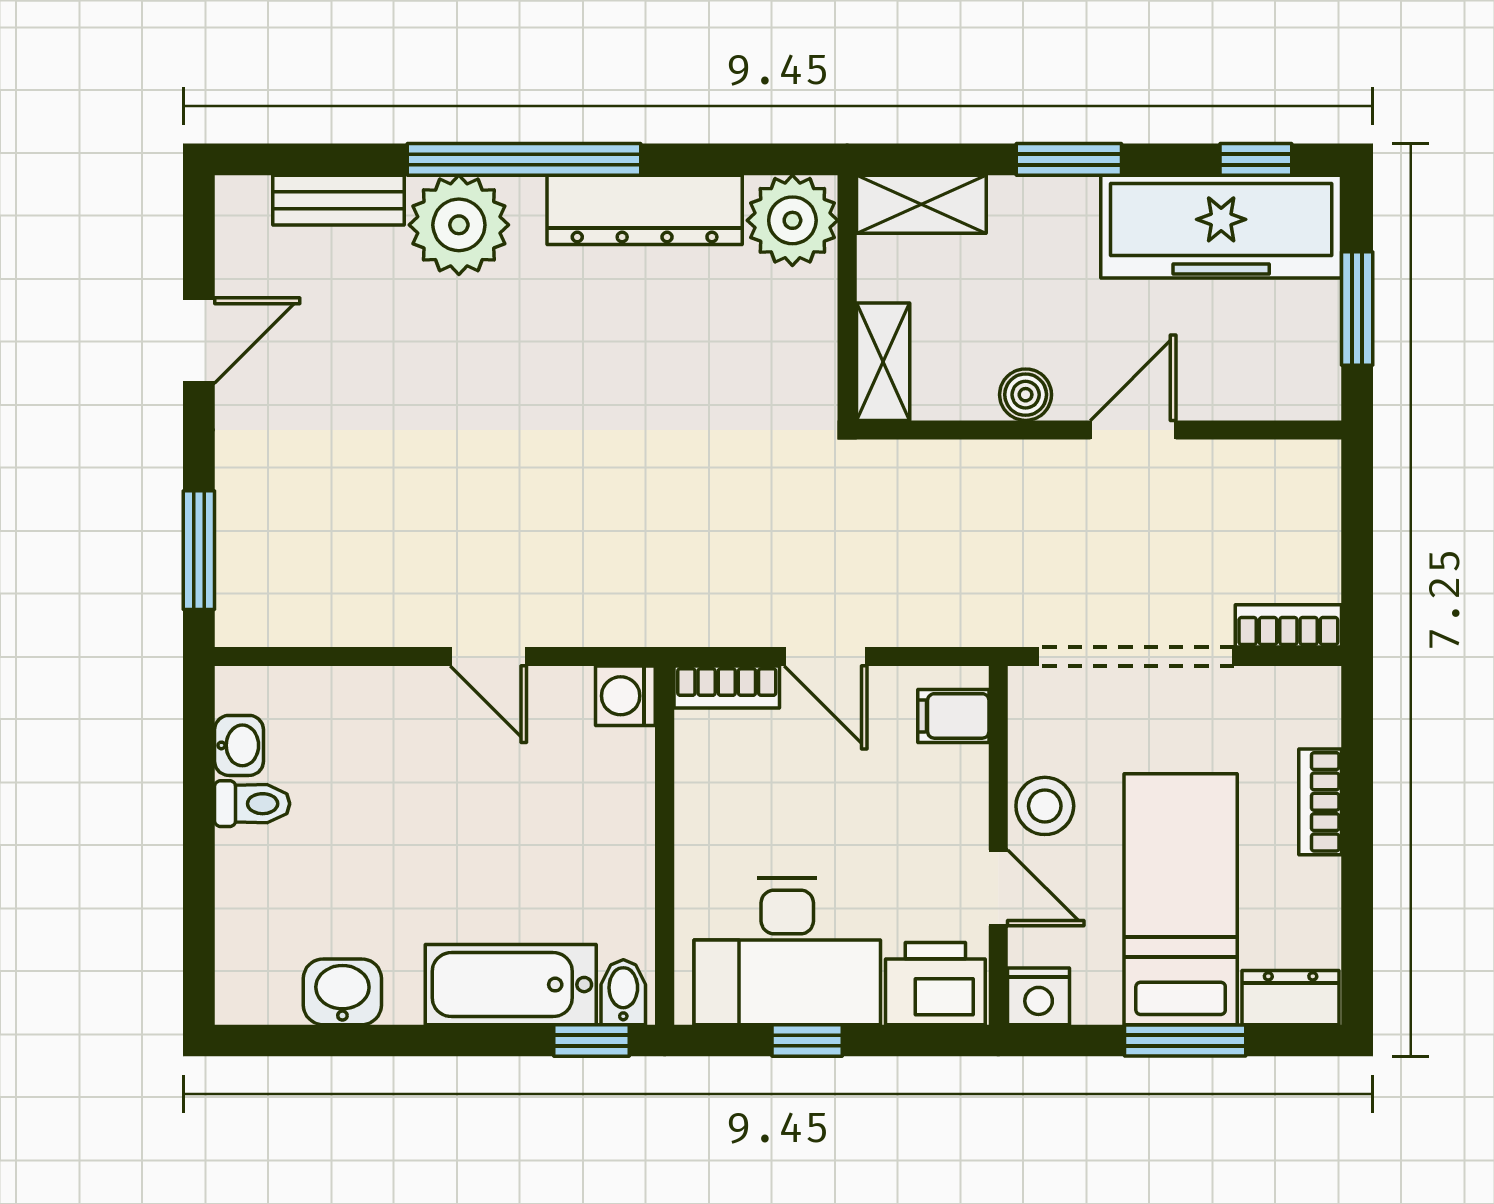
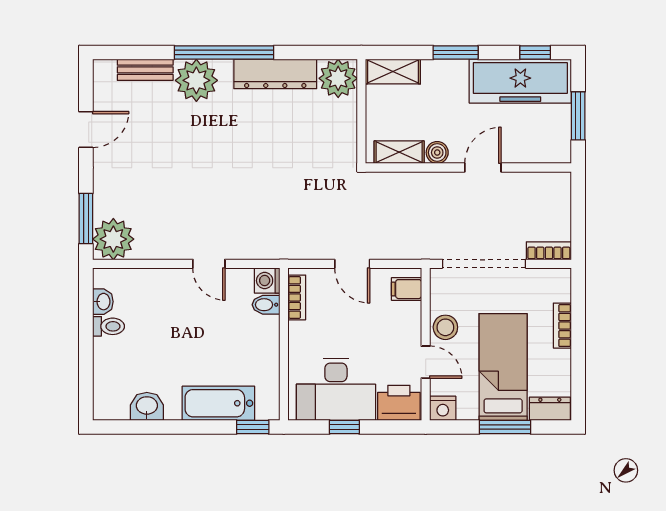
shelving: (883, 362) -> (399, 152), moved, turned 90
plant: (263, 598) -> (113, 239), added
bookcase: (727, 687) -> (297, 297), moved, turned -90
bidet: (623, 992) -> (266, 305), moved, turned -90

